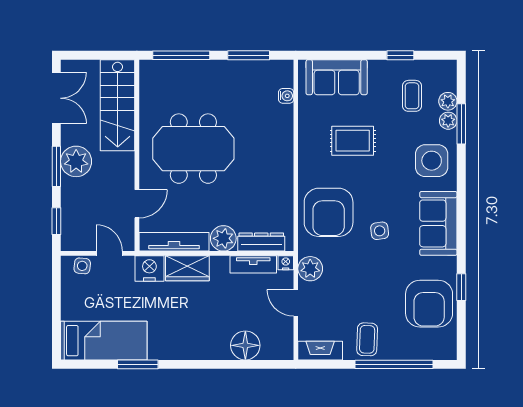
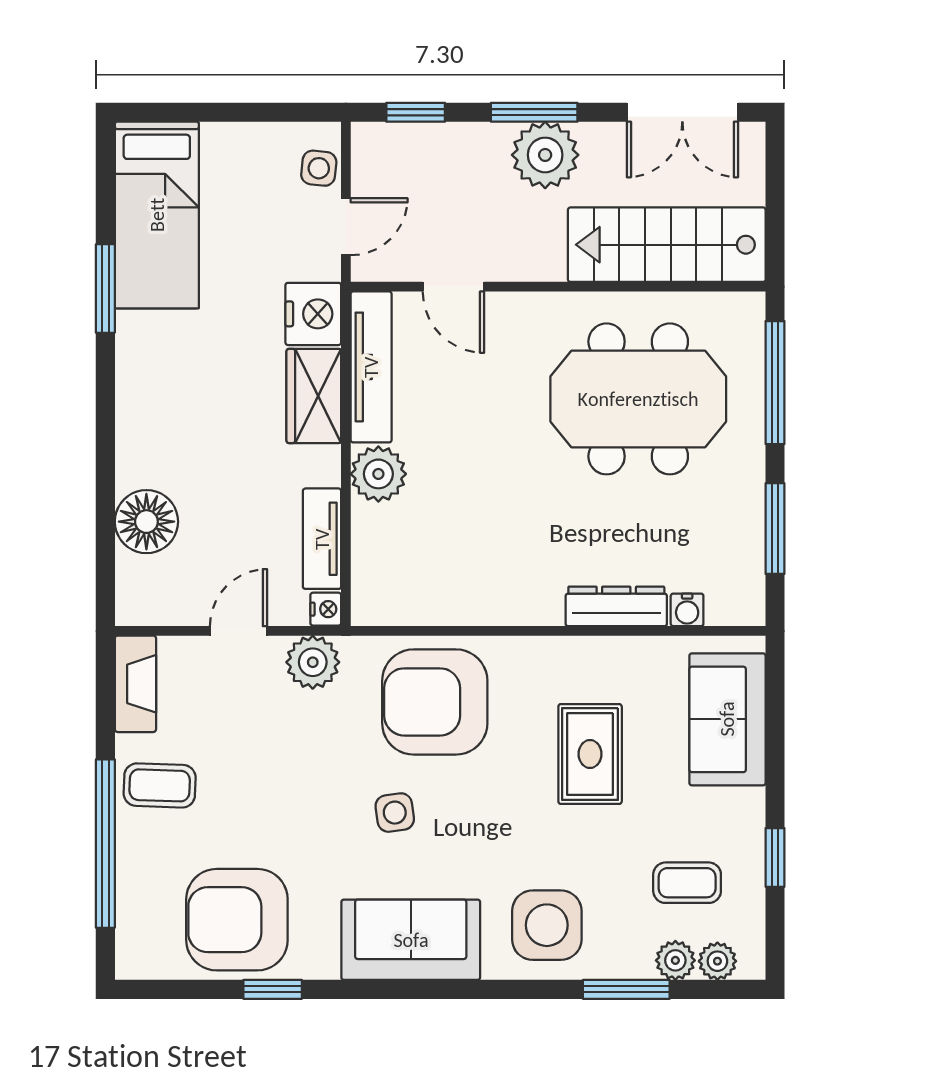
plant: (448, 121) -> (717, 961), moved
meeting table: (193, 149) -> (638, 399), moved, turned 90
dresser: (261, 242) -> (616, 606), moved, turned -90

